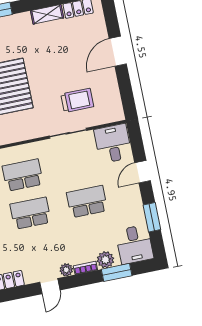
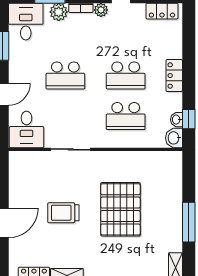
trolley: (77, 100) -> (63, 213), moved

